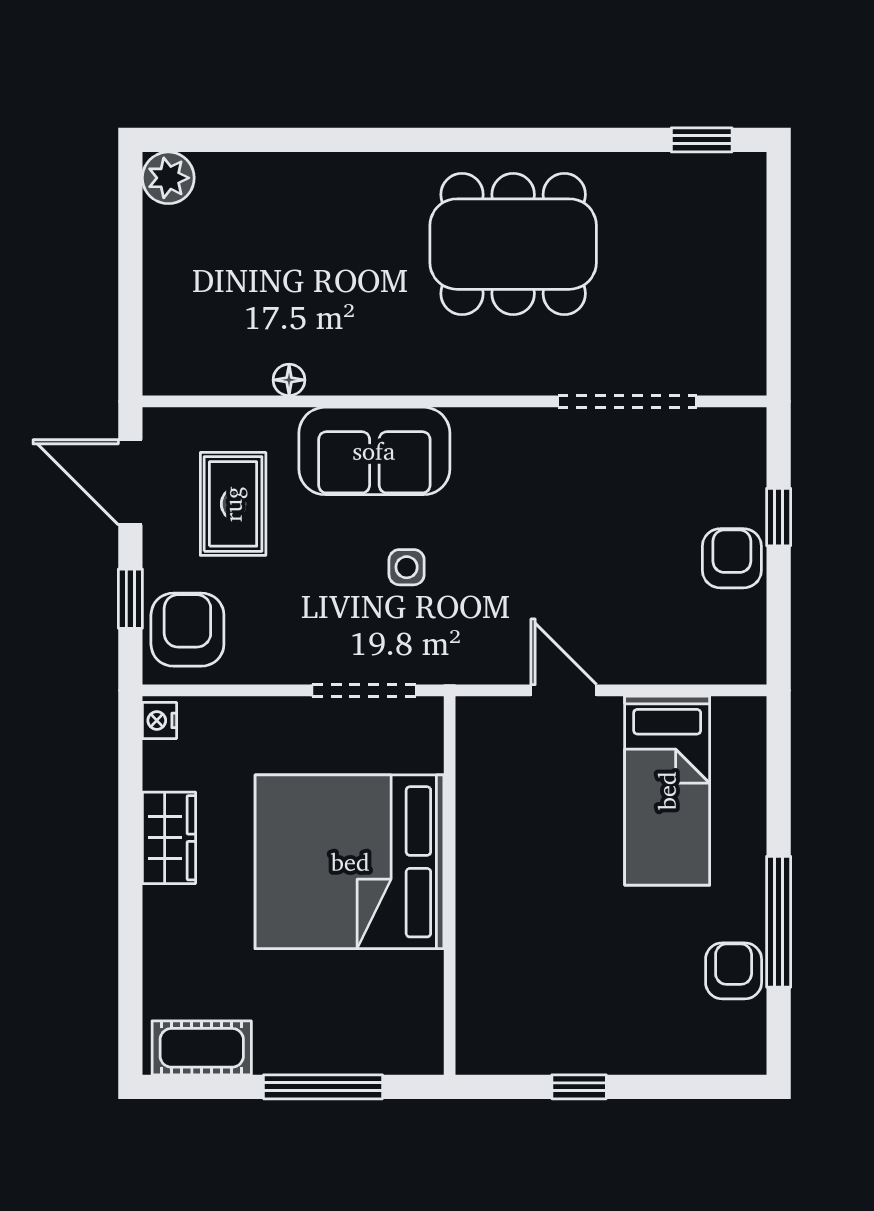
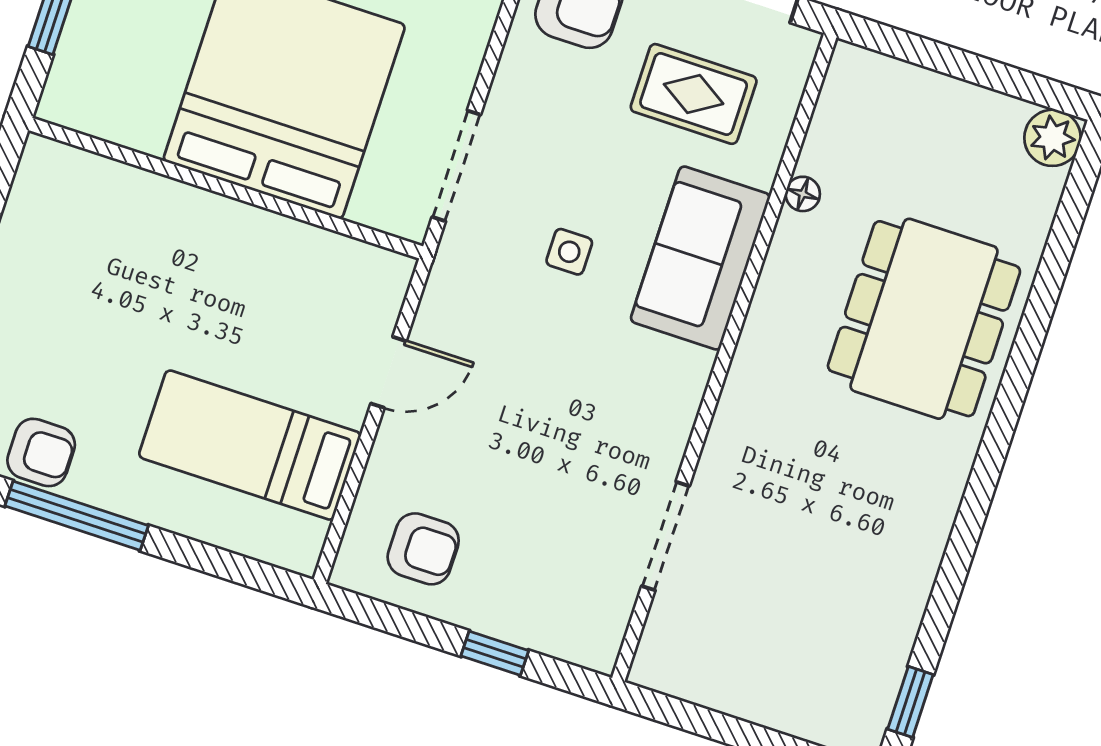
dining table: (513, 244) -> (924, 319), moved
doorway: (627, 401) -> (666, 536), width x0.73
armchair: (732, 558) -> (423, 549), moved

